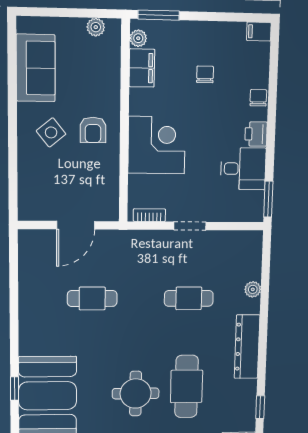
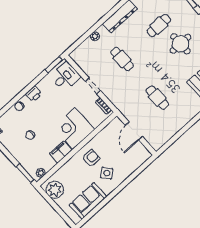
plant: (96, 27) -> (55, 190), width x1.88, depth x1.88
filing cabinet: (142, 68) -> (61, 152), moved
desk: (243, 169) -> (65, 77), moved, turned 90
door: (76, 225) -> (134, 131), swing flipped
cafe table: (186, 386) -> (159, 26), width x0.73, depth x0.74

